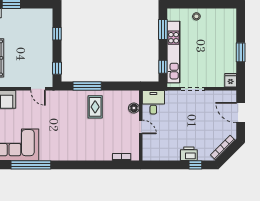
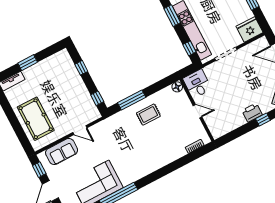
fridge: (231, 80) -> (250, 29), width x1.88, depth x1.34
door: (38, 89) -> (80, 130), moved
rug: (95, 107) -> (148, 115), turned 90
floor lamp: (134, 108) -> (177, 87), moved

